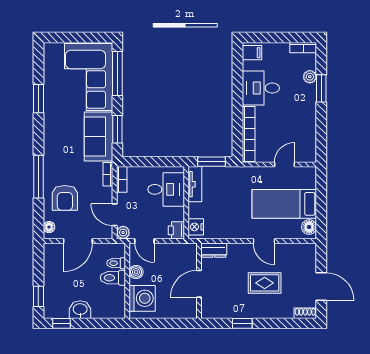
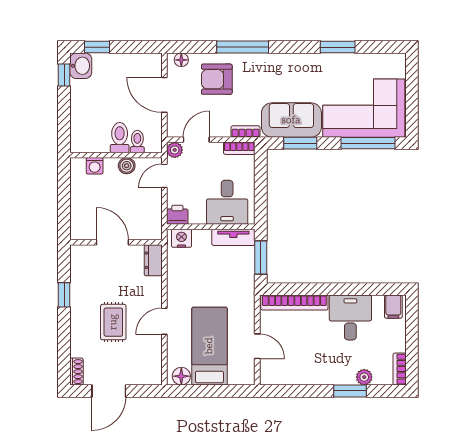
washing machine: (142, 298) -> (95, 166), width x0.53, depth x0.53
washbasin: (80, 310) -> (81, 66), moved

